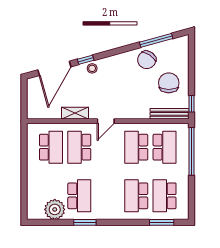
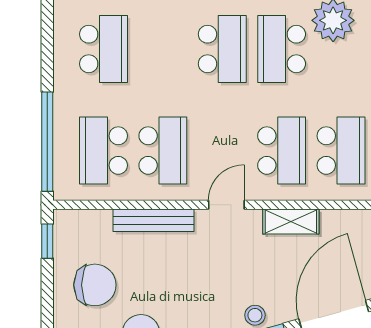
chair: (169, 83) -> (95, 285), turned -90
bench: (170, 114) -> (154, 220), moved
school desk: (51, 147) -> (341, 151), turned 180
school desk: (136, 196) -> (222, 49), moved

